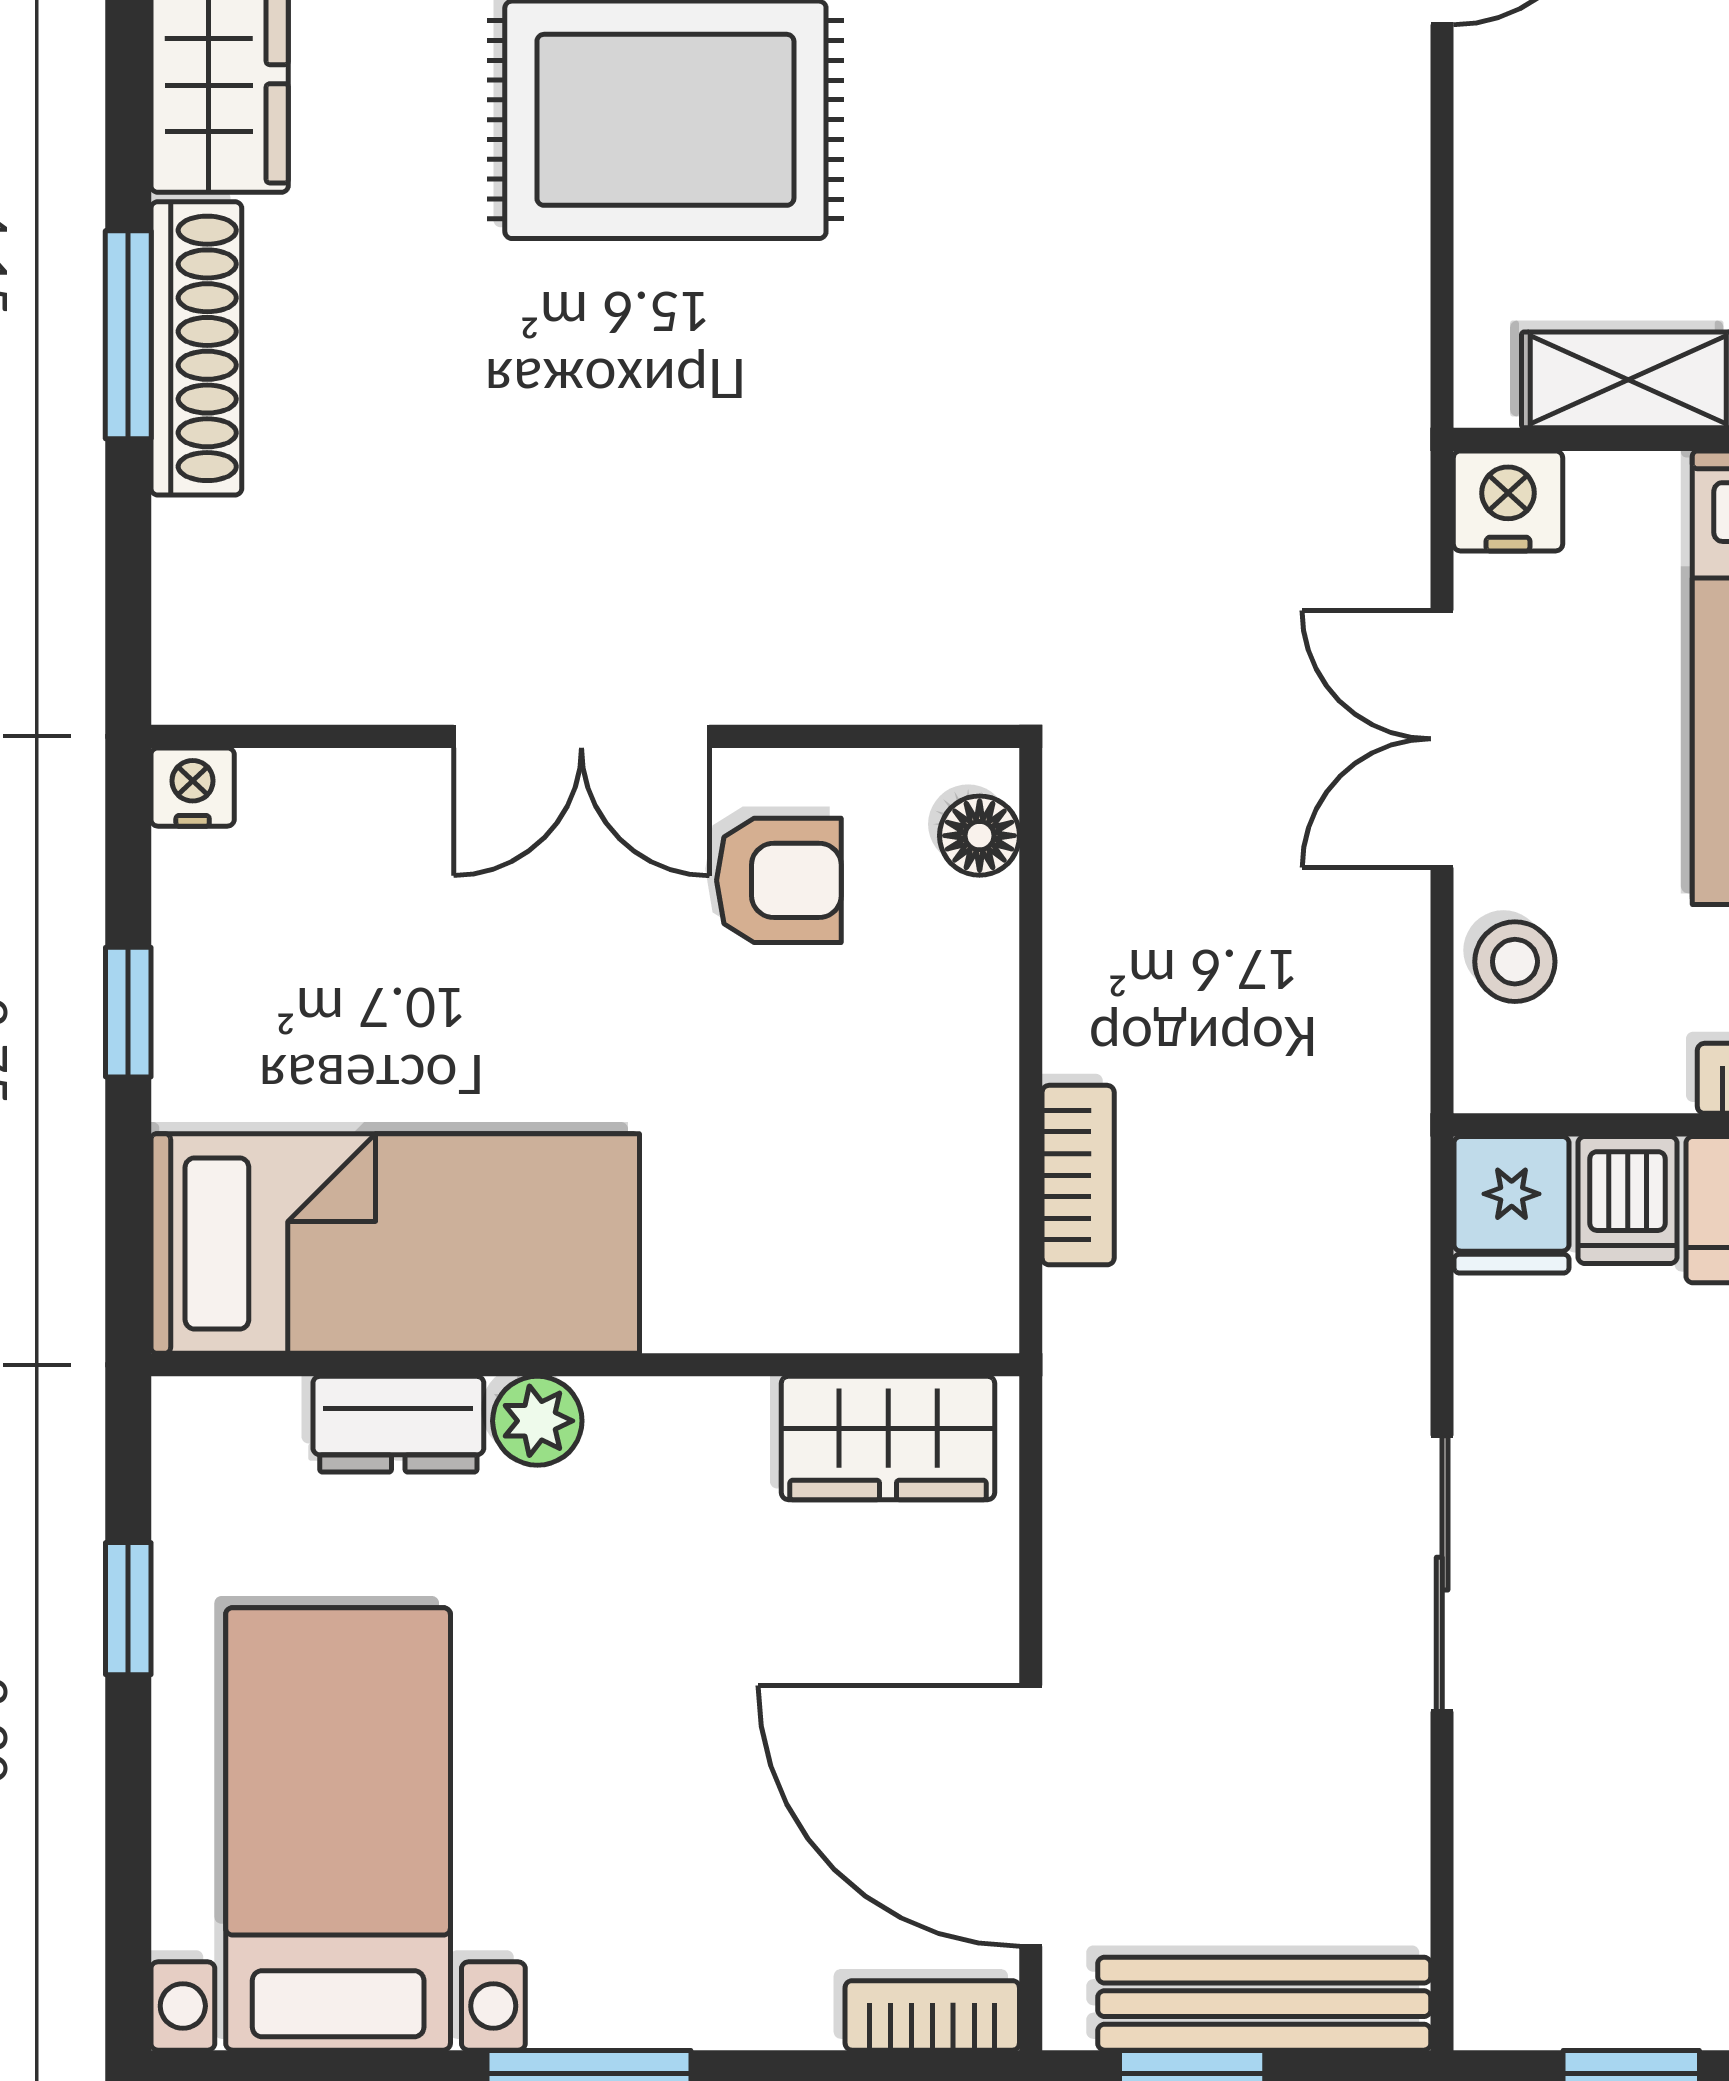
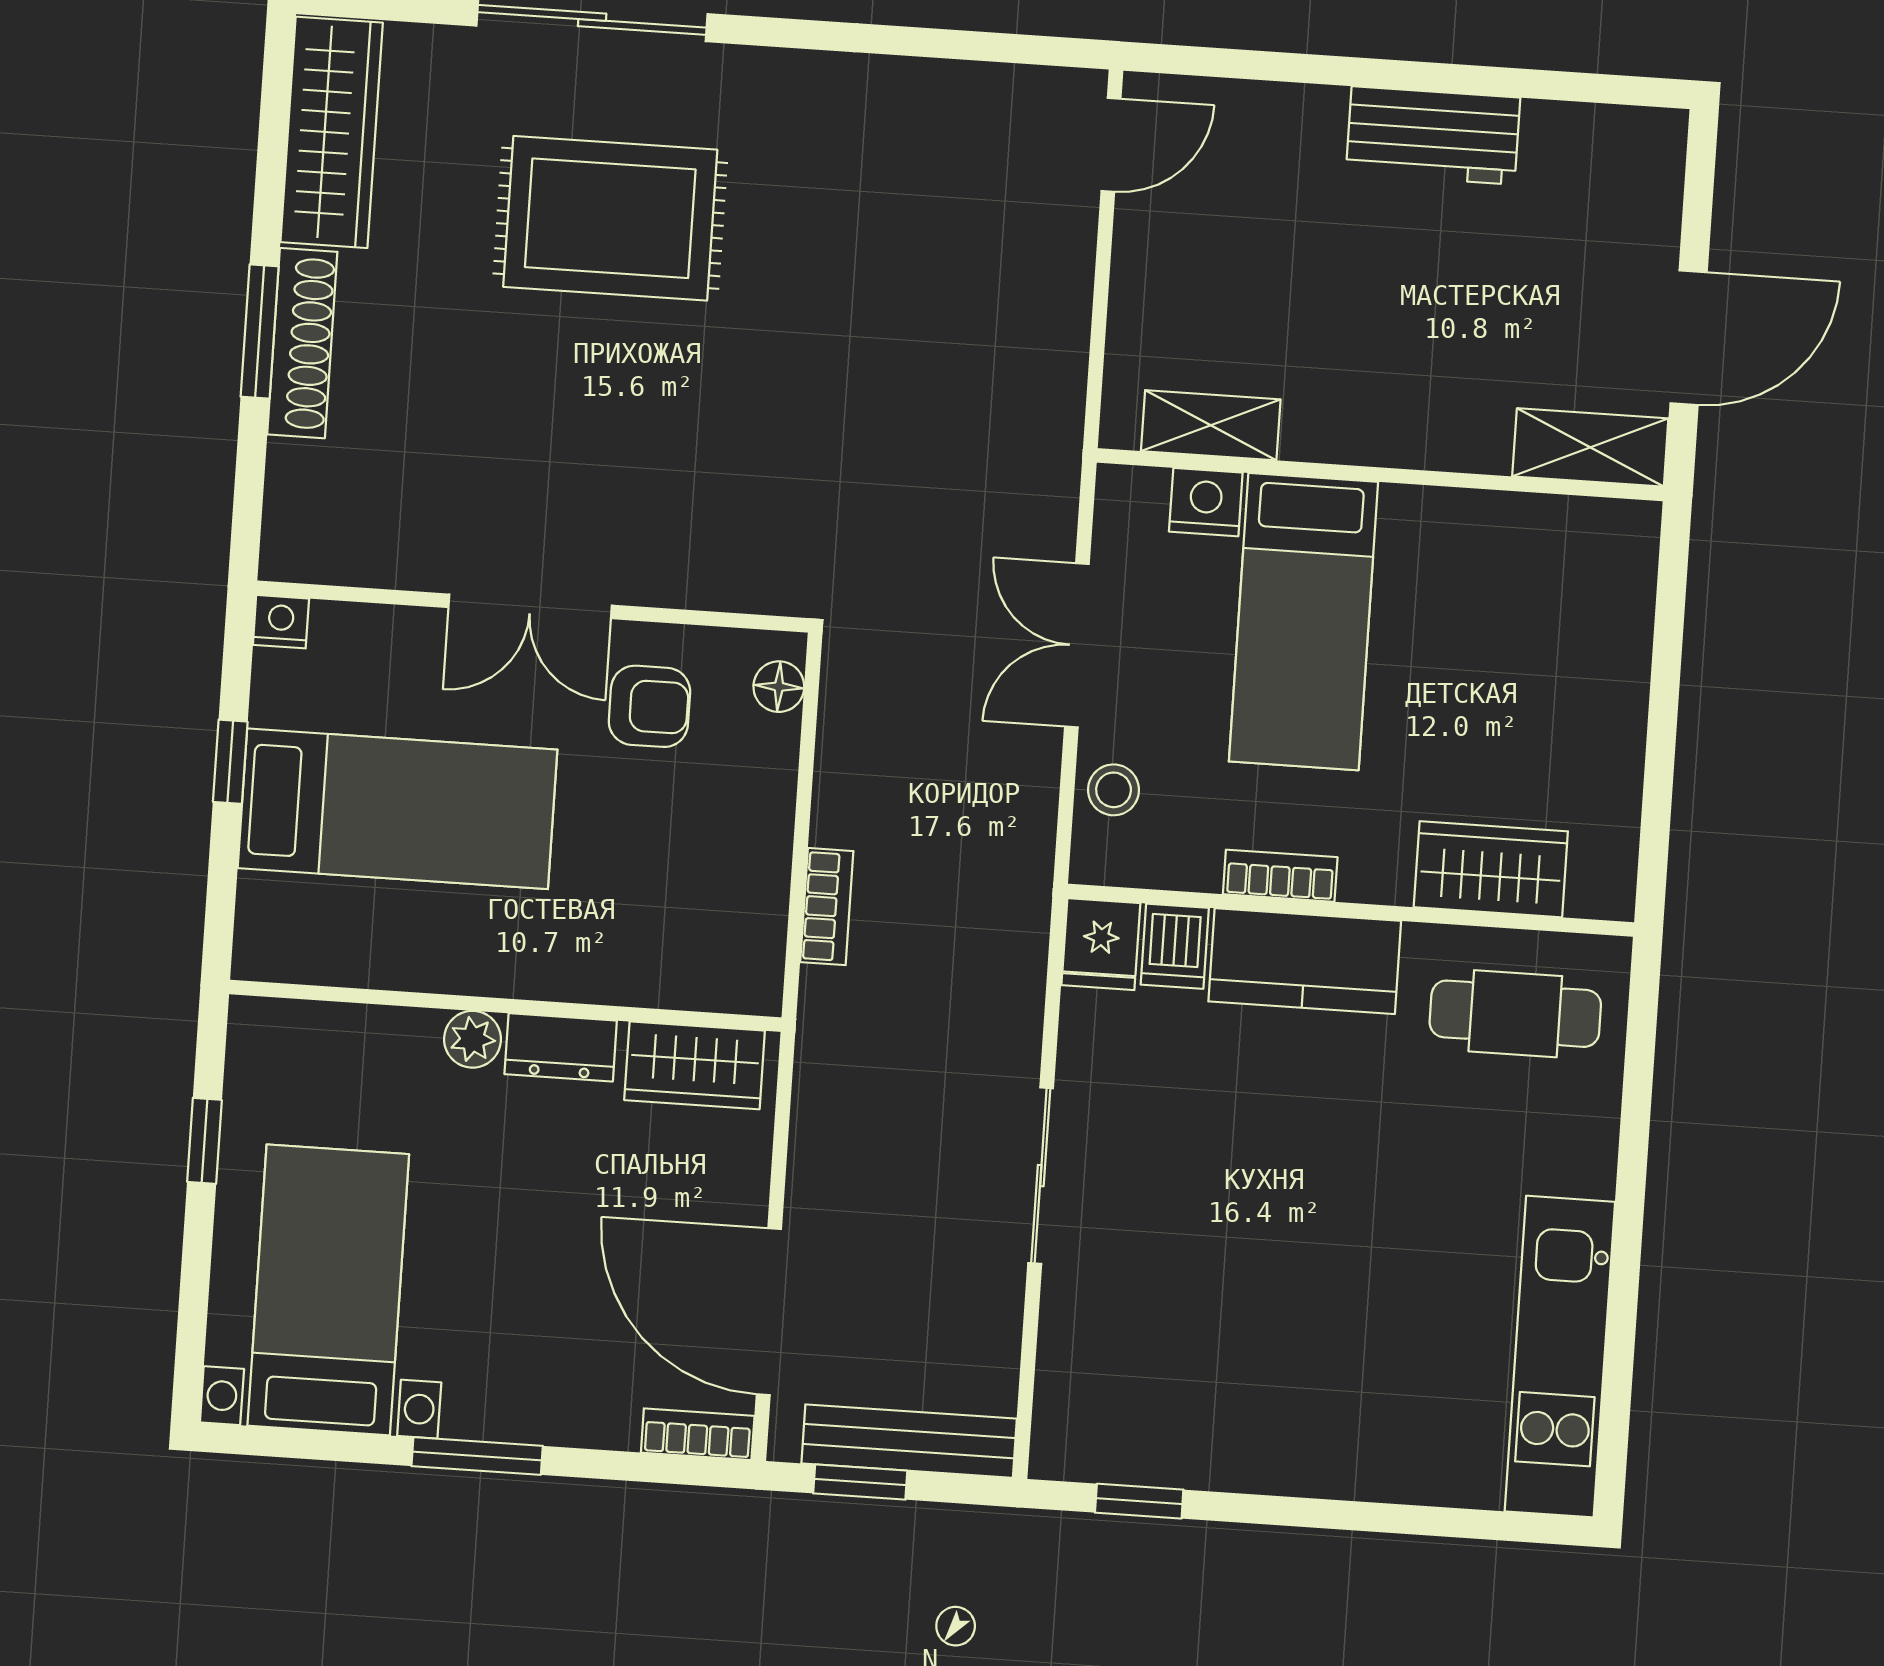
nightstand: (1508, 501) -> (1206, 502), moved
bed: (395, 1243) -> (398, 809), moved
dresser: (398, 1424) -> (561, 1047), moved

